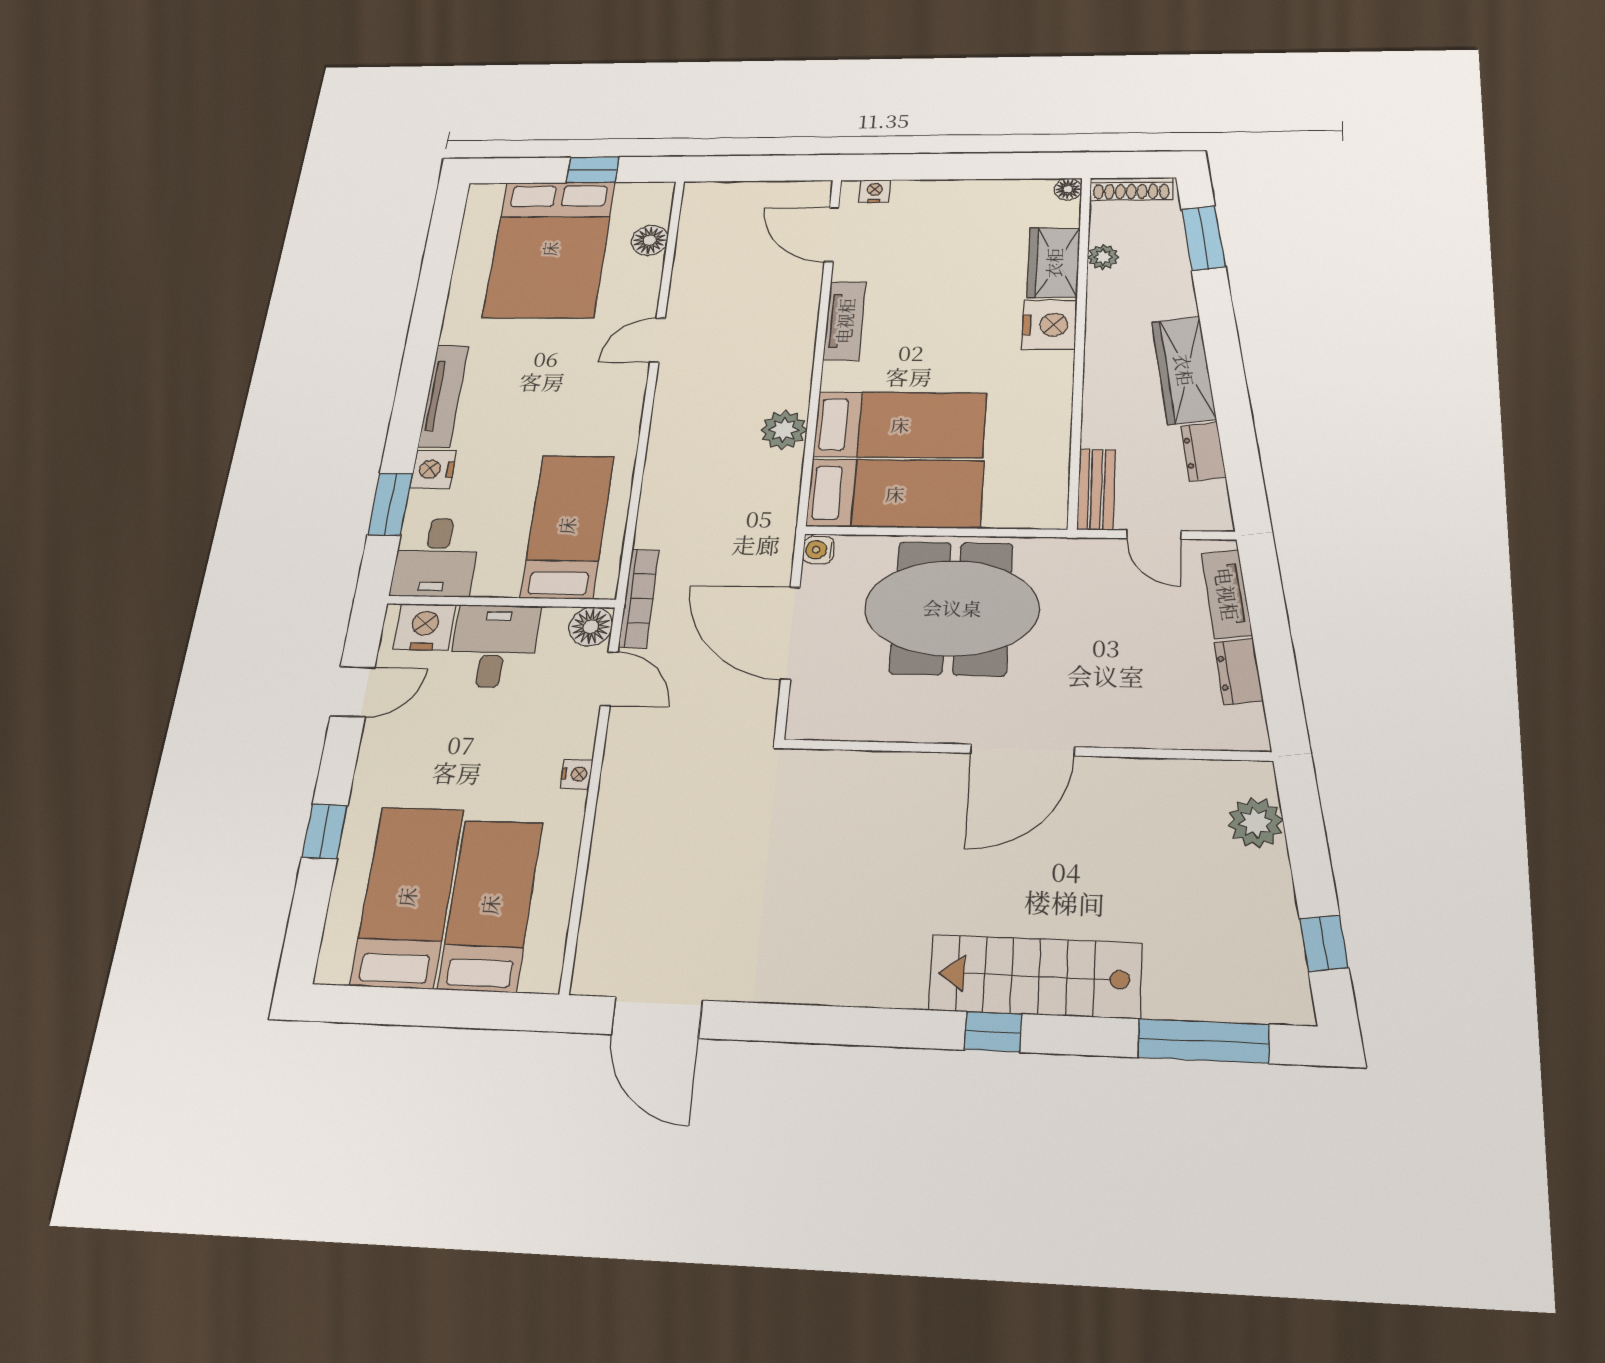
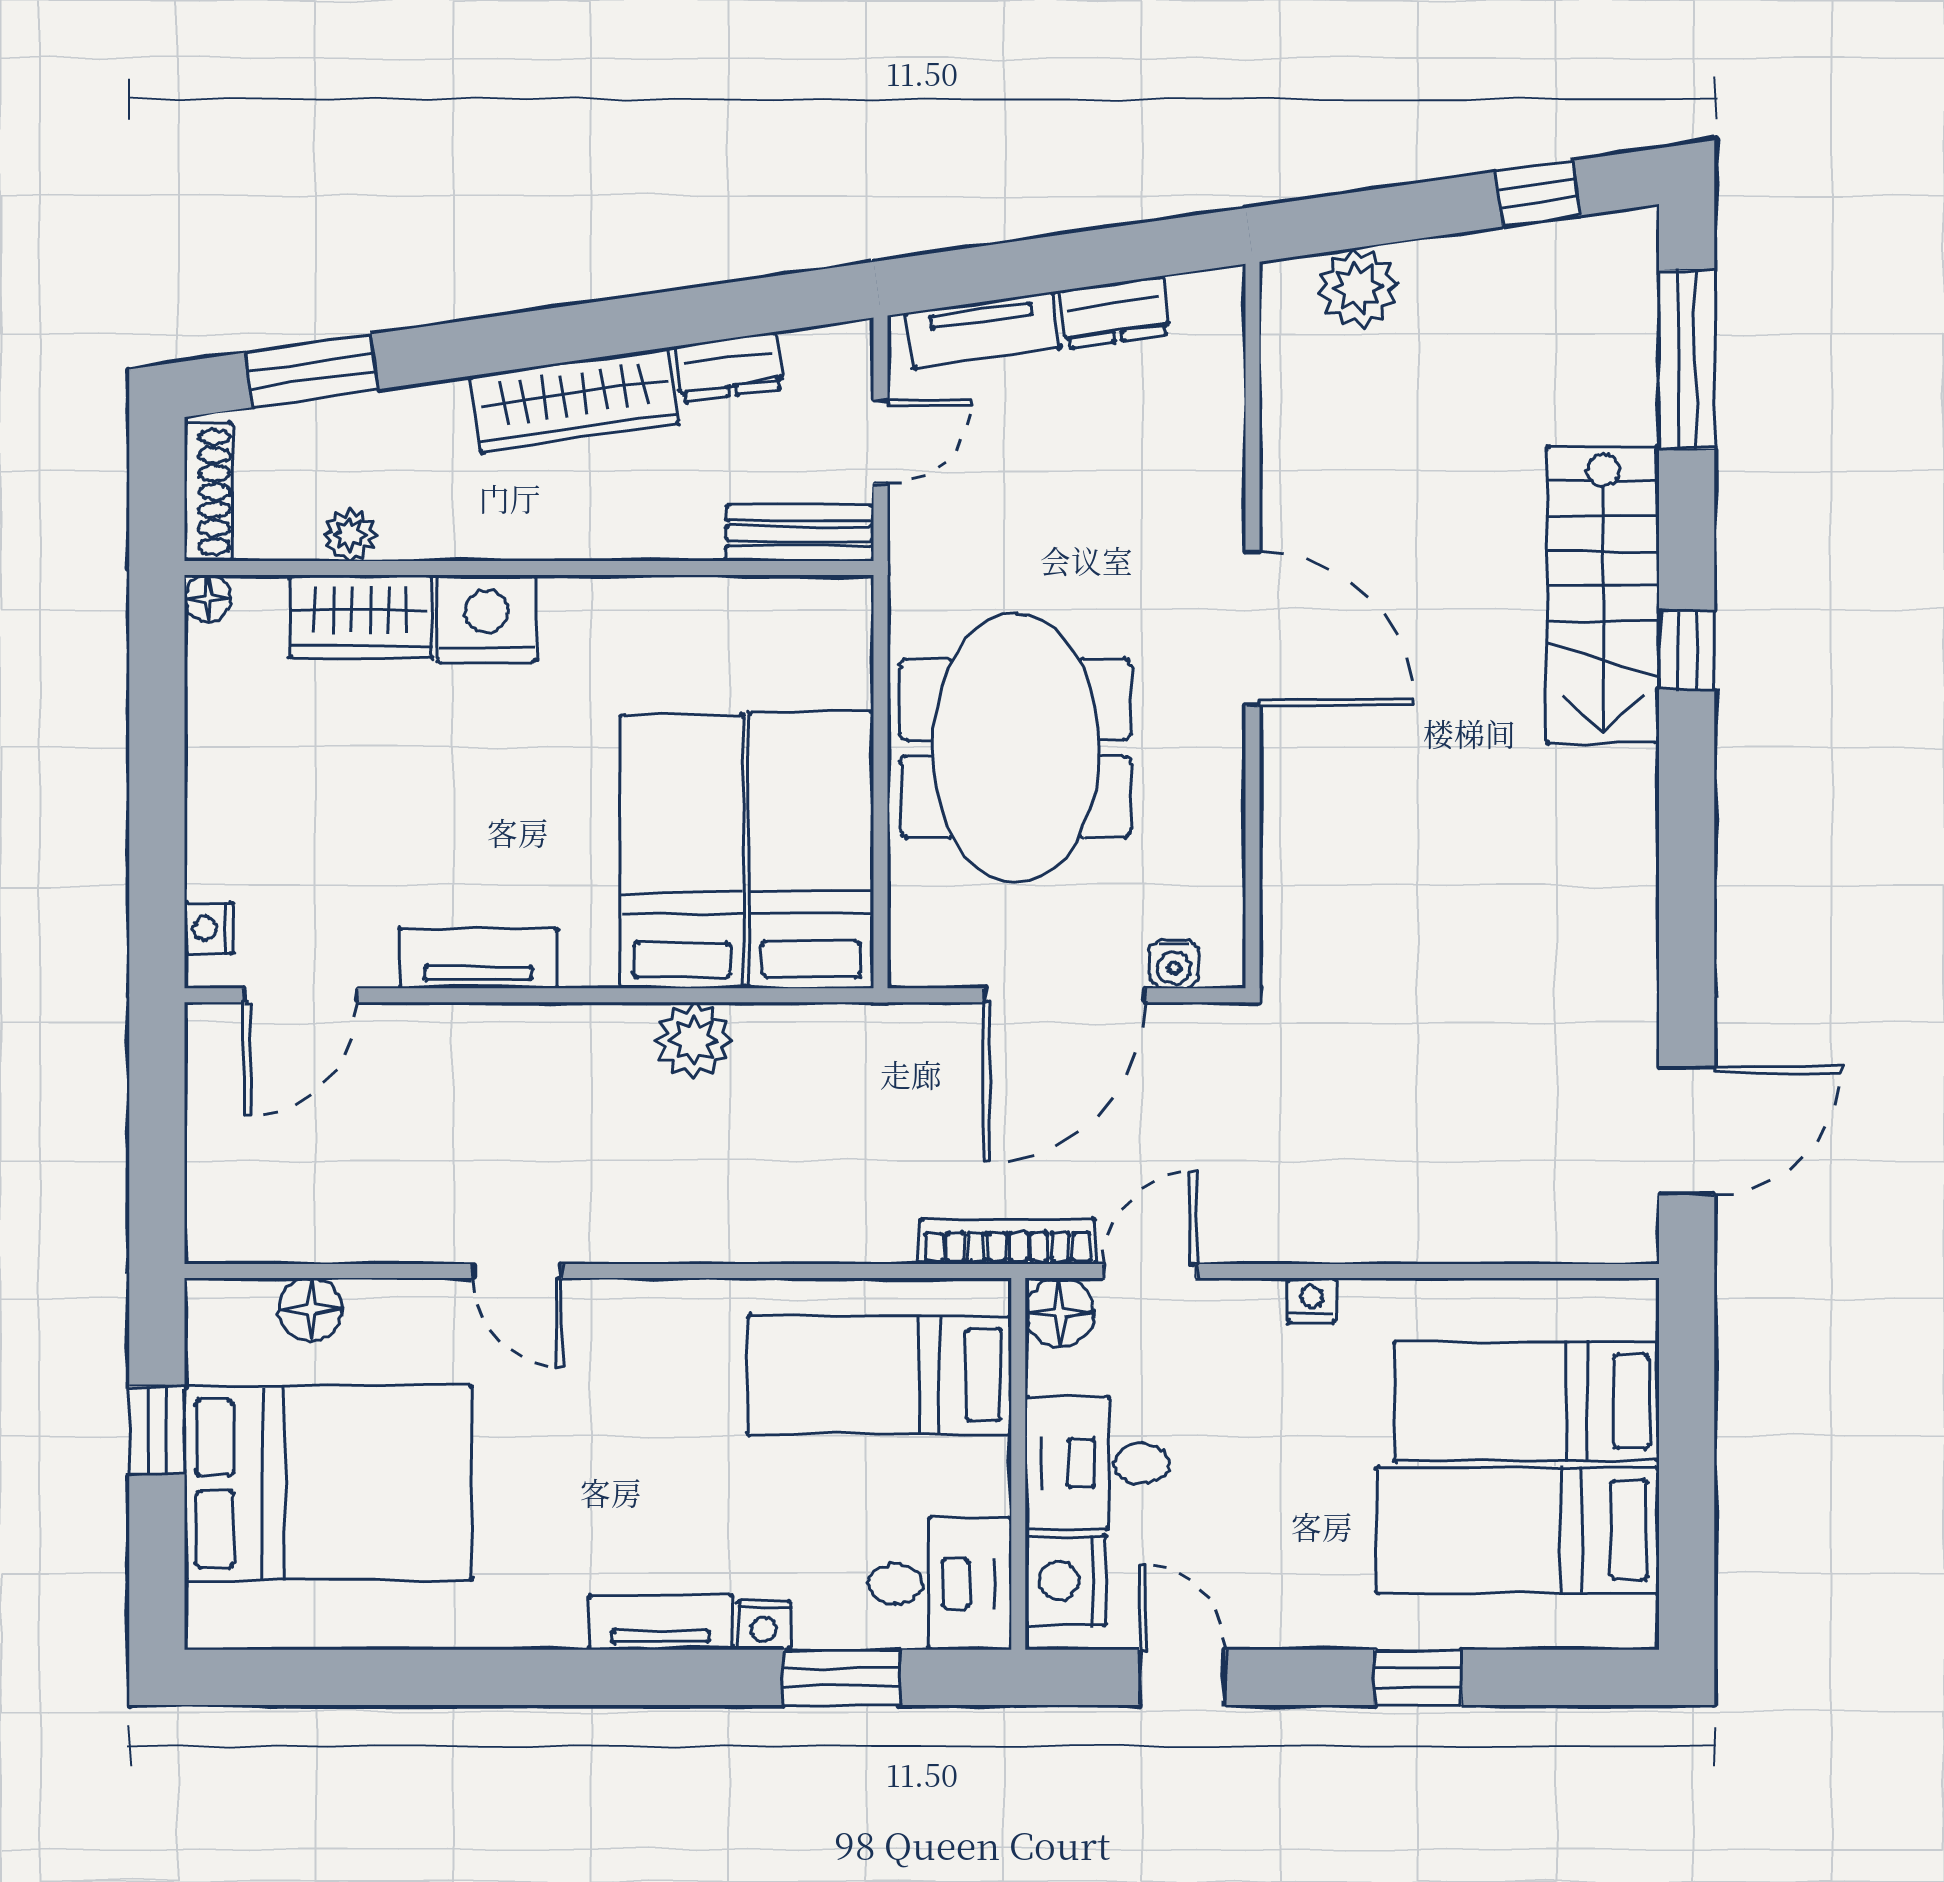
tv unit: (443, 396) -> (660, 1622), width x0.71
nightstand: (433, 469) -> (764, 1625), width x0.72, depth x0.74
water cooler: (818, 550) -> (1174, 964), moved

